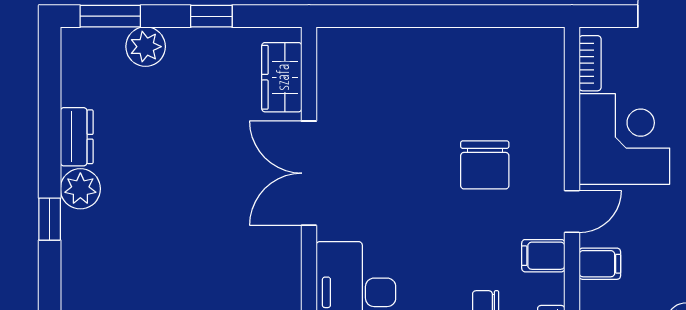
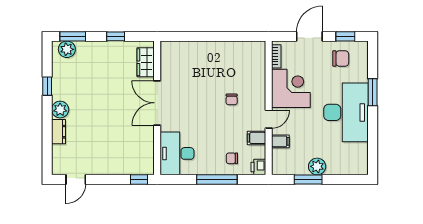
plant: (146, 47) -> (67, 49), moved
dresser: (77, 137) -> (59, 132), moved
chair: (485, 165) -> (232, 99), width x0.54, depth x0.54
window: (50, 219) -> (47, 86), moved

